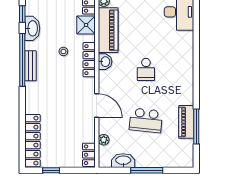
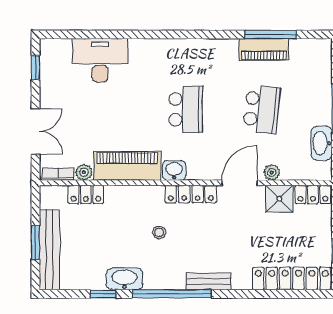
shower: (86, 25) -> (279, 199), moved
locker: (89, 60) -> (191, 194), moved
bench: (31, 66) -> (209, 281), moved
school desk: (146, 69) -> (186, 109), width x1.85
plant: (104, 140) -> (272, 172), moved

